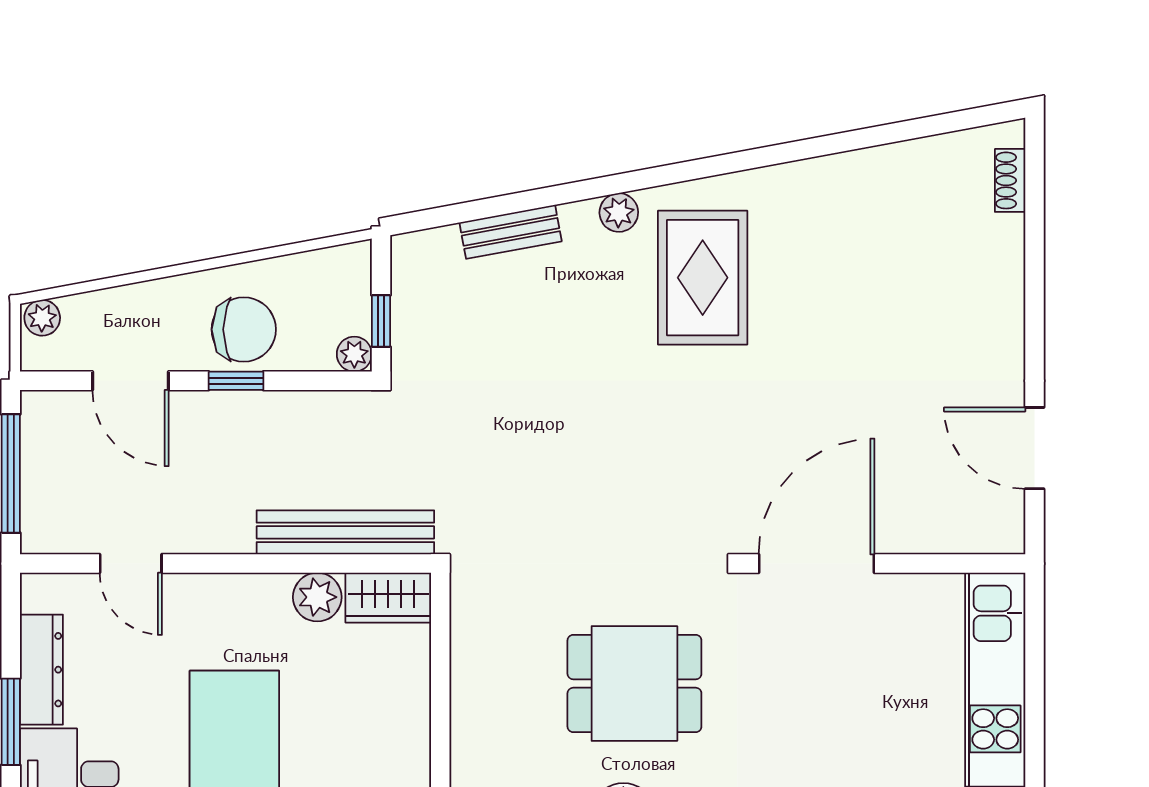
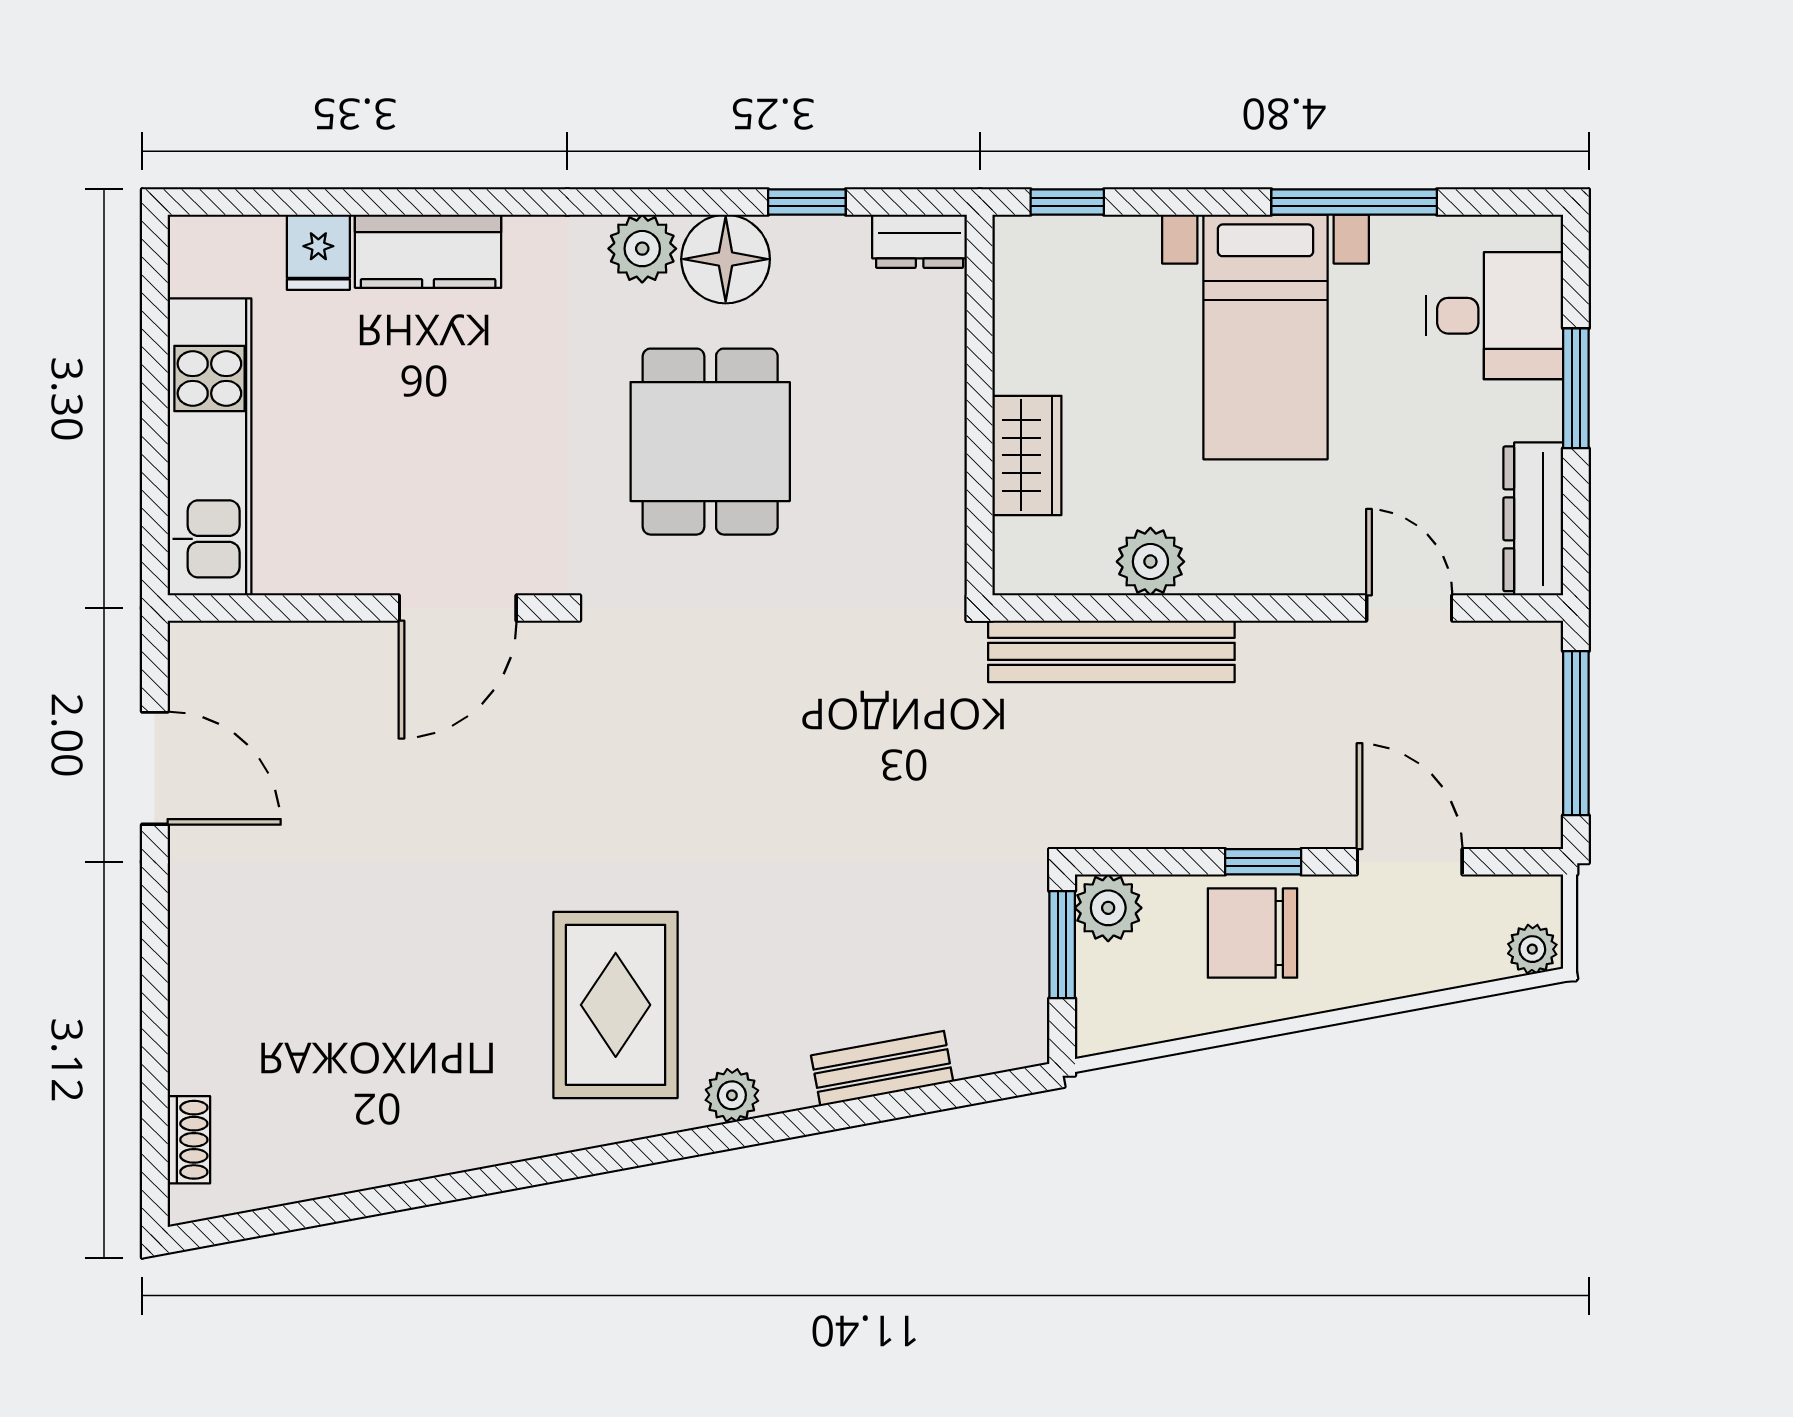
window: (381, 321) -> (1062, 945), width x1.50
plant: (354, 354) -> (1108, 908), width x1.38, depth x1.38
door: (816, 564) -> (458, 608), width x0.73
wardrobe: (388, 598) -> (1027, 455), moved, turned 90
dresser: (41, 670) -> (1533, 519), moved
dining table: (634, 684) -> (710, 442), turned 90

